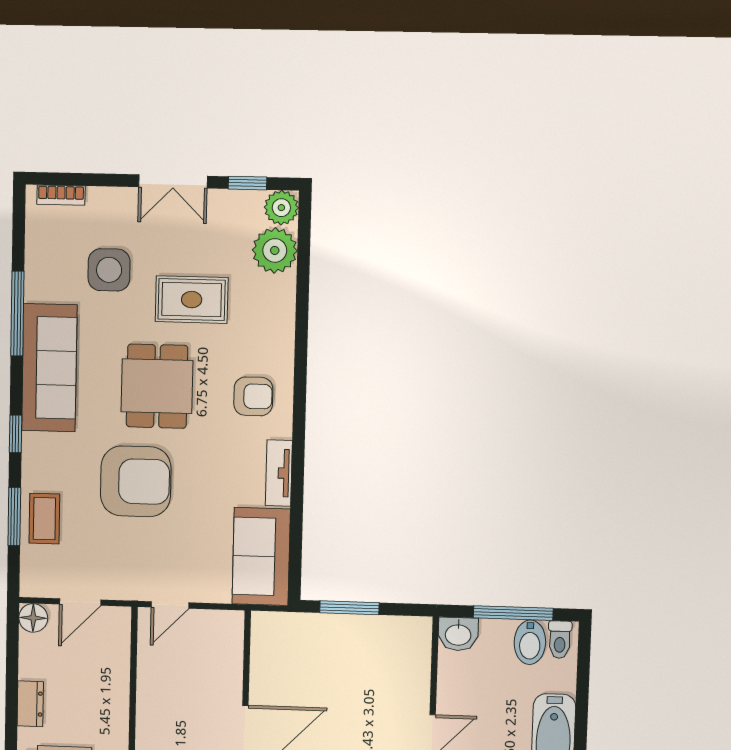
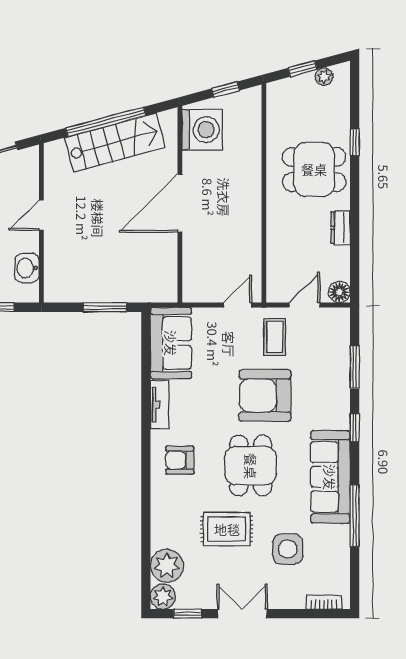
coffee table: (44, 519) -> (275, 337), moved
washbasin: (458, 634) -> (27, 268), moved, turned -90

